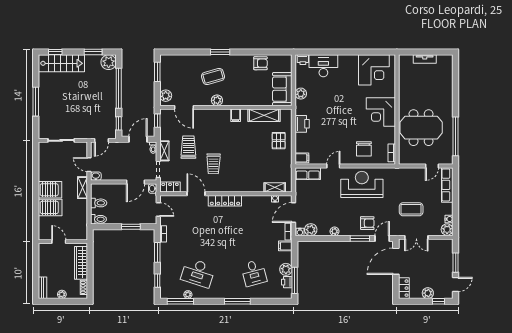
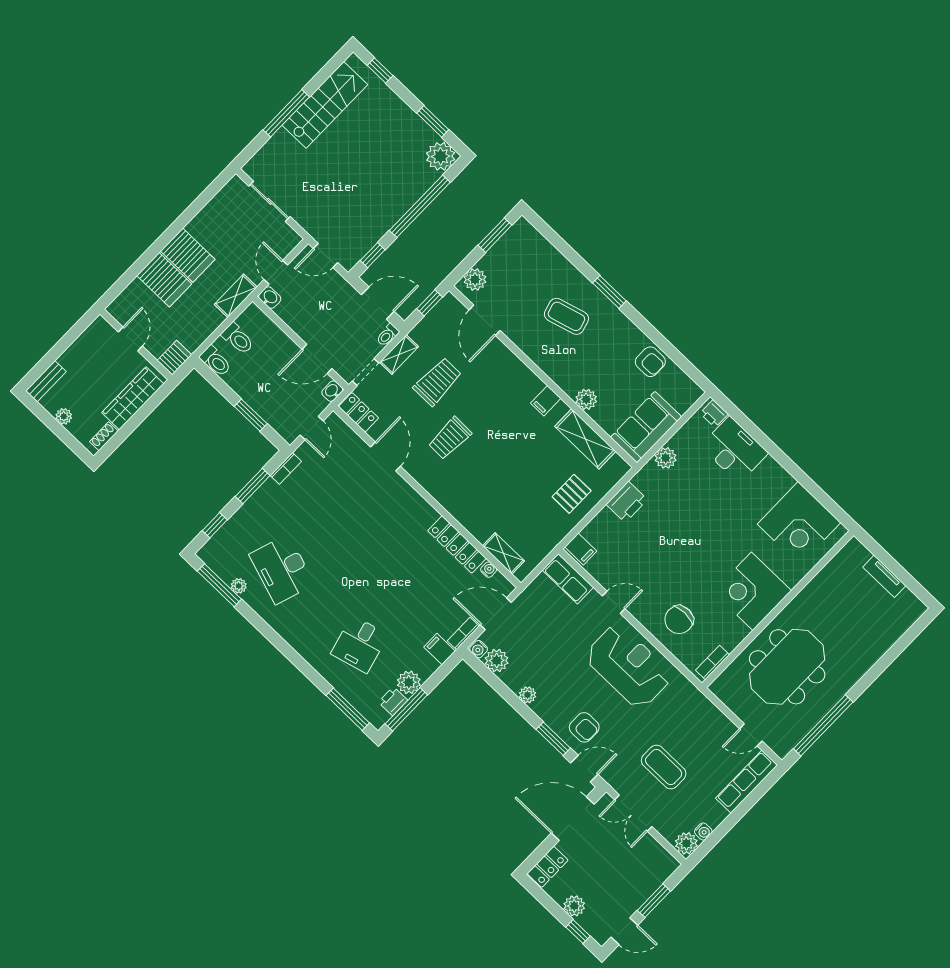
stairs: (61, 63) -> (325, 105), moved, turned -90
plant: (217, 100) -> (586, 399), moved
meeting table: (421, 128) -> (787, 667), turned 90
locker: (225, 201) -> (457, 544), moved
server rack: (82, 233) -> (174, 358), added
window: (237, 301) -> (348, 709), moved

